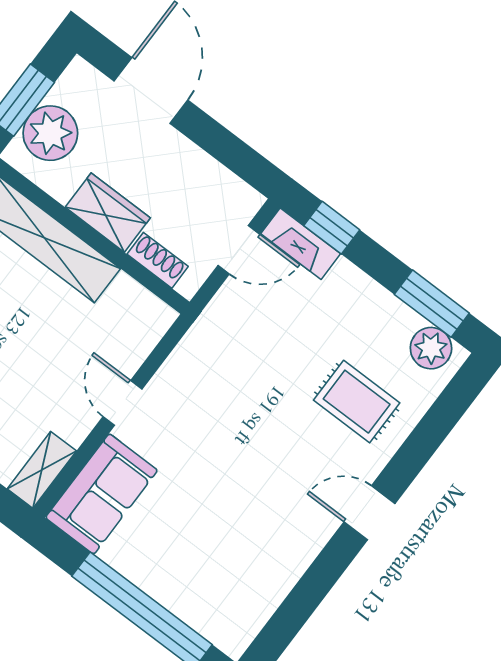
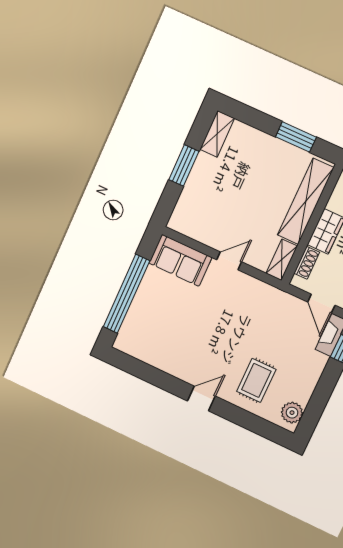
window: (432, 304) -> (315, 408), removed
shelving: (42, 470) -> (282, 260), moved, turned 90
door: (370, 513) -> (201, 398), hinge flipped

